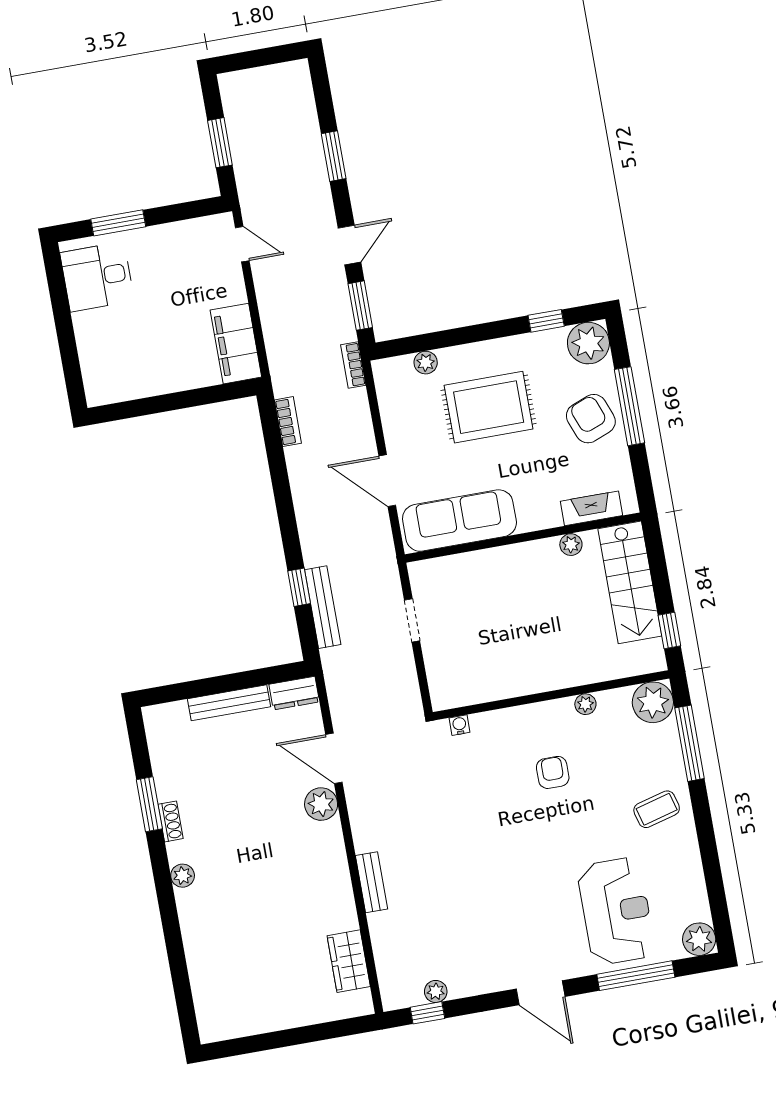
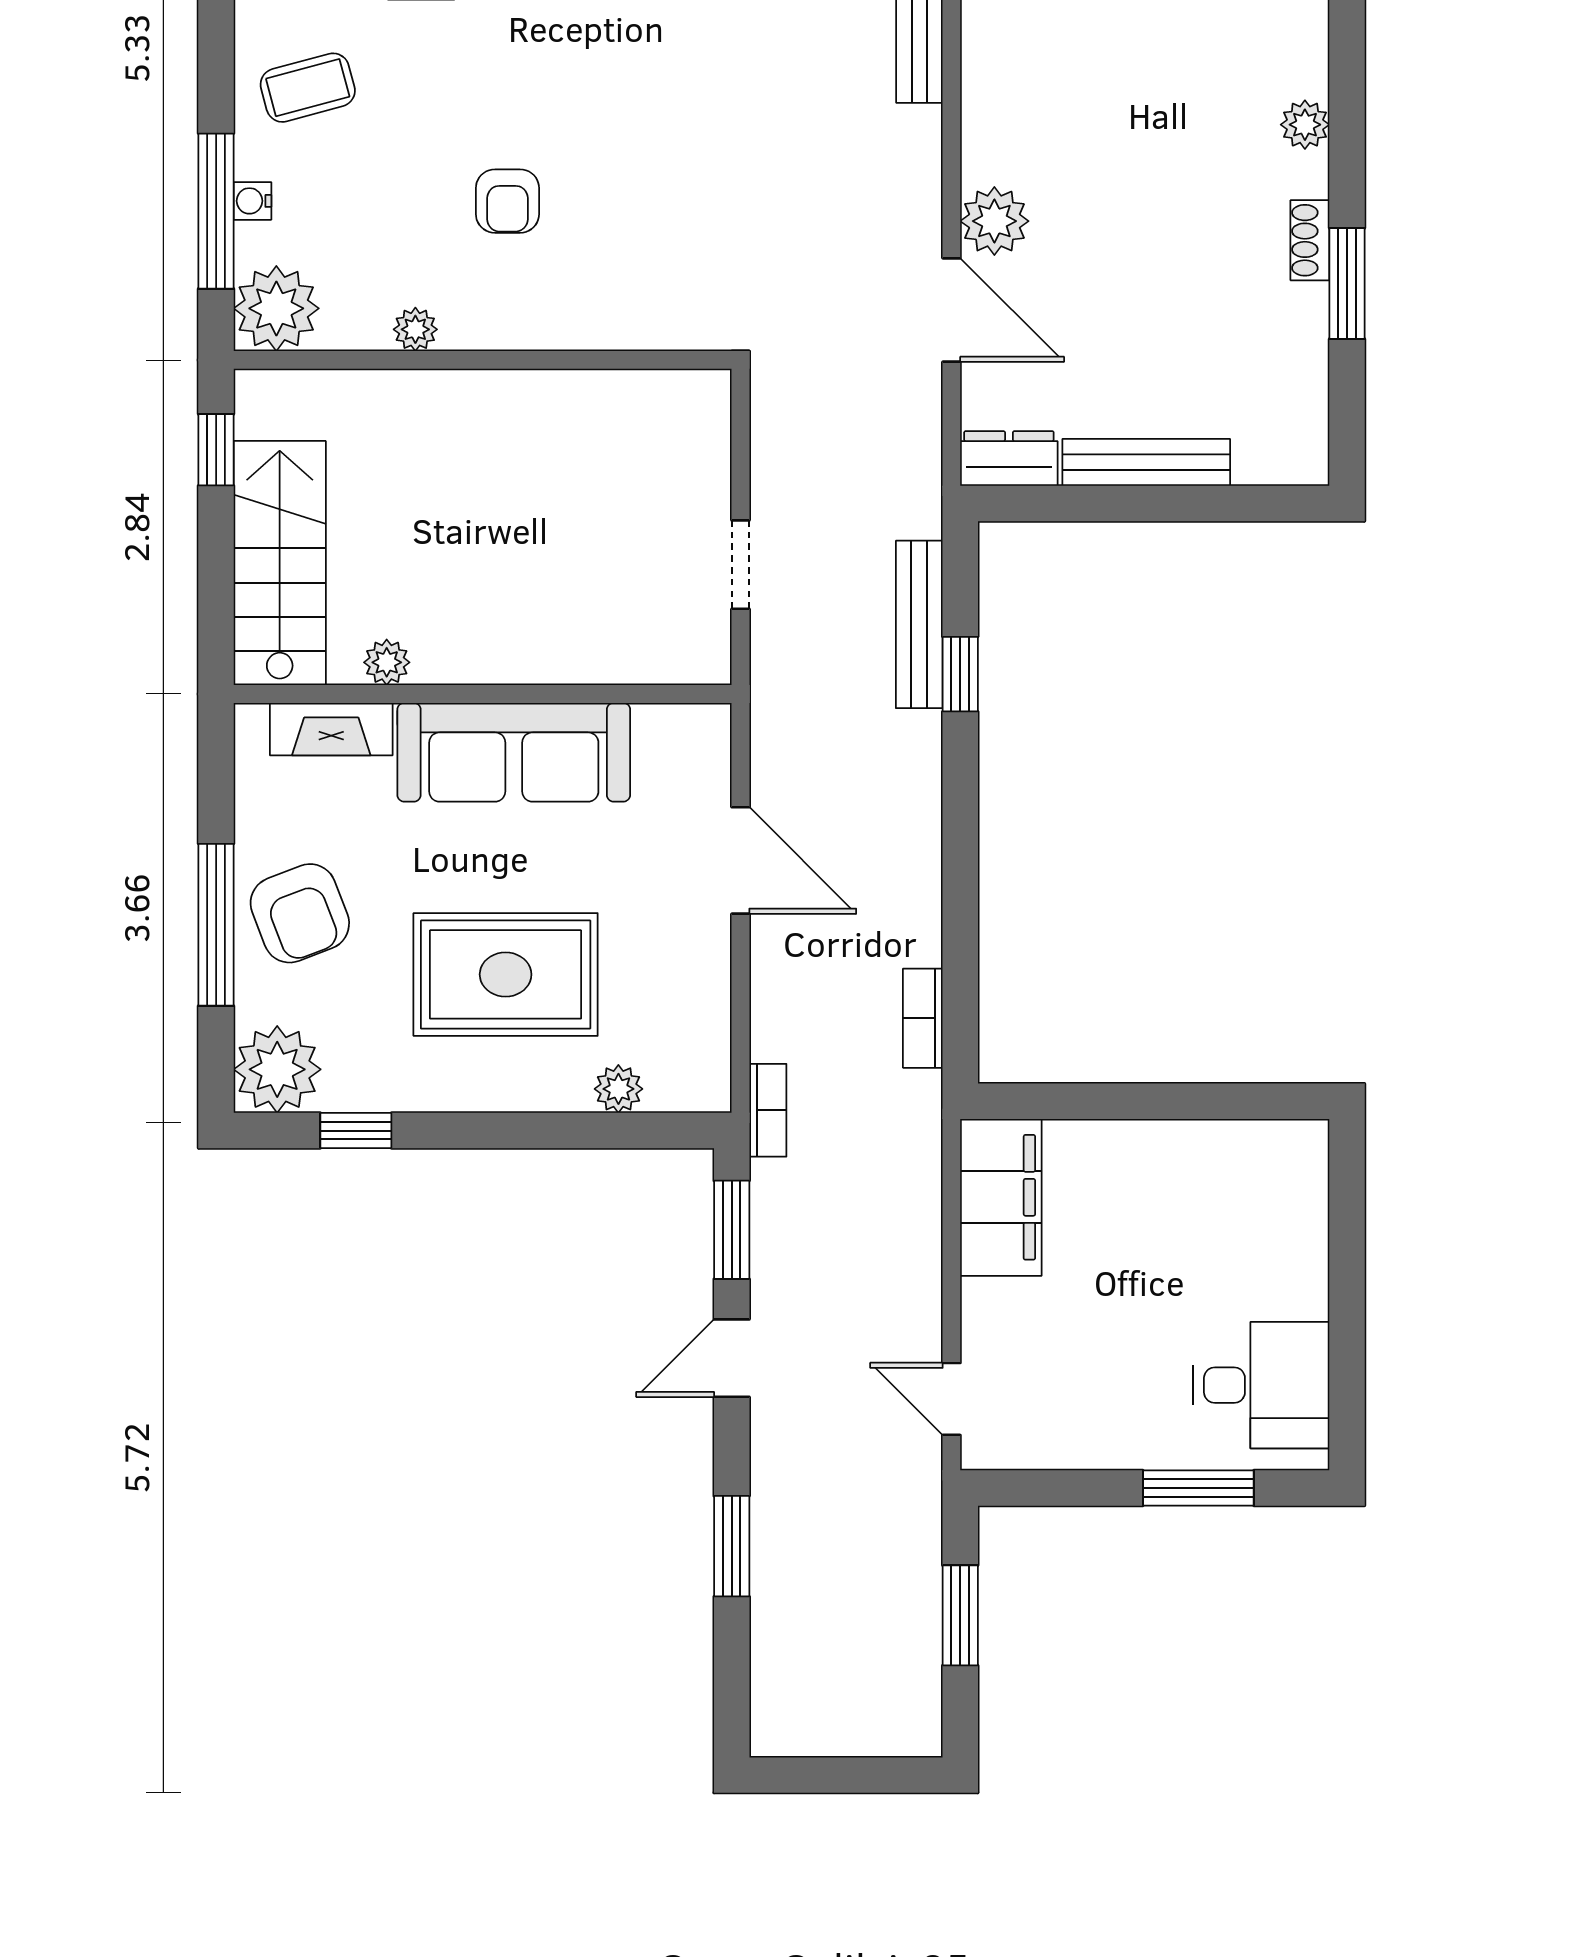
sofa: (459, 521) -> (514, 752), moved
water cooler: (460, 725) -> (252, 201), moved, turned 90

